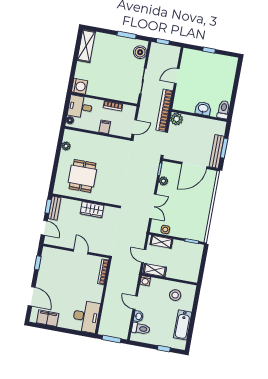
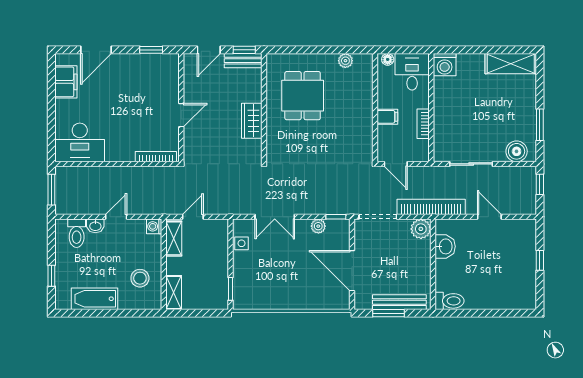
washbasin: (203, 109) -> (445, 246), moved
bench: (217, 151) -> (399, 302), moved
dining table: (82, 176) -> (303, 96), turned 90
shelving: (161, 242) -> (174, 292), moved

